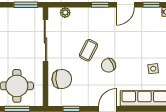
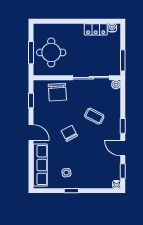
plant: (65, 13) -> (116, 85), moved
coffee table: (88, 50) -> (94, 116), moved

